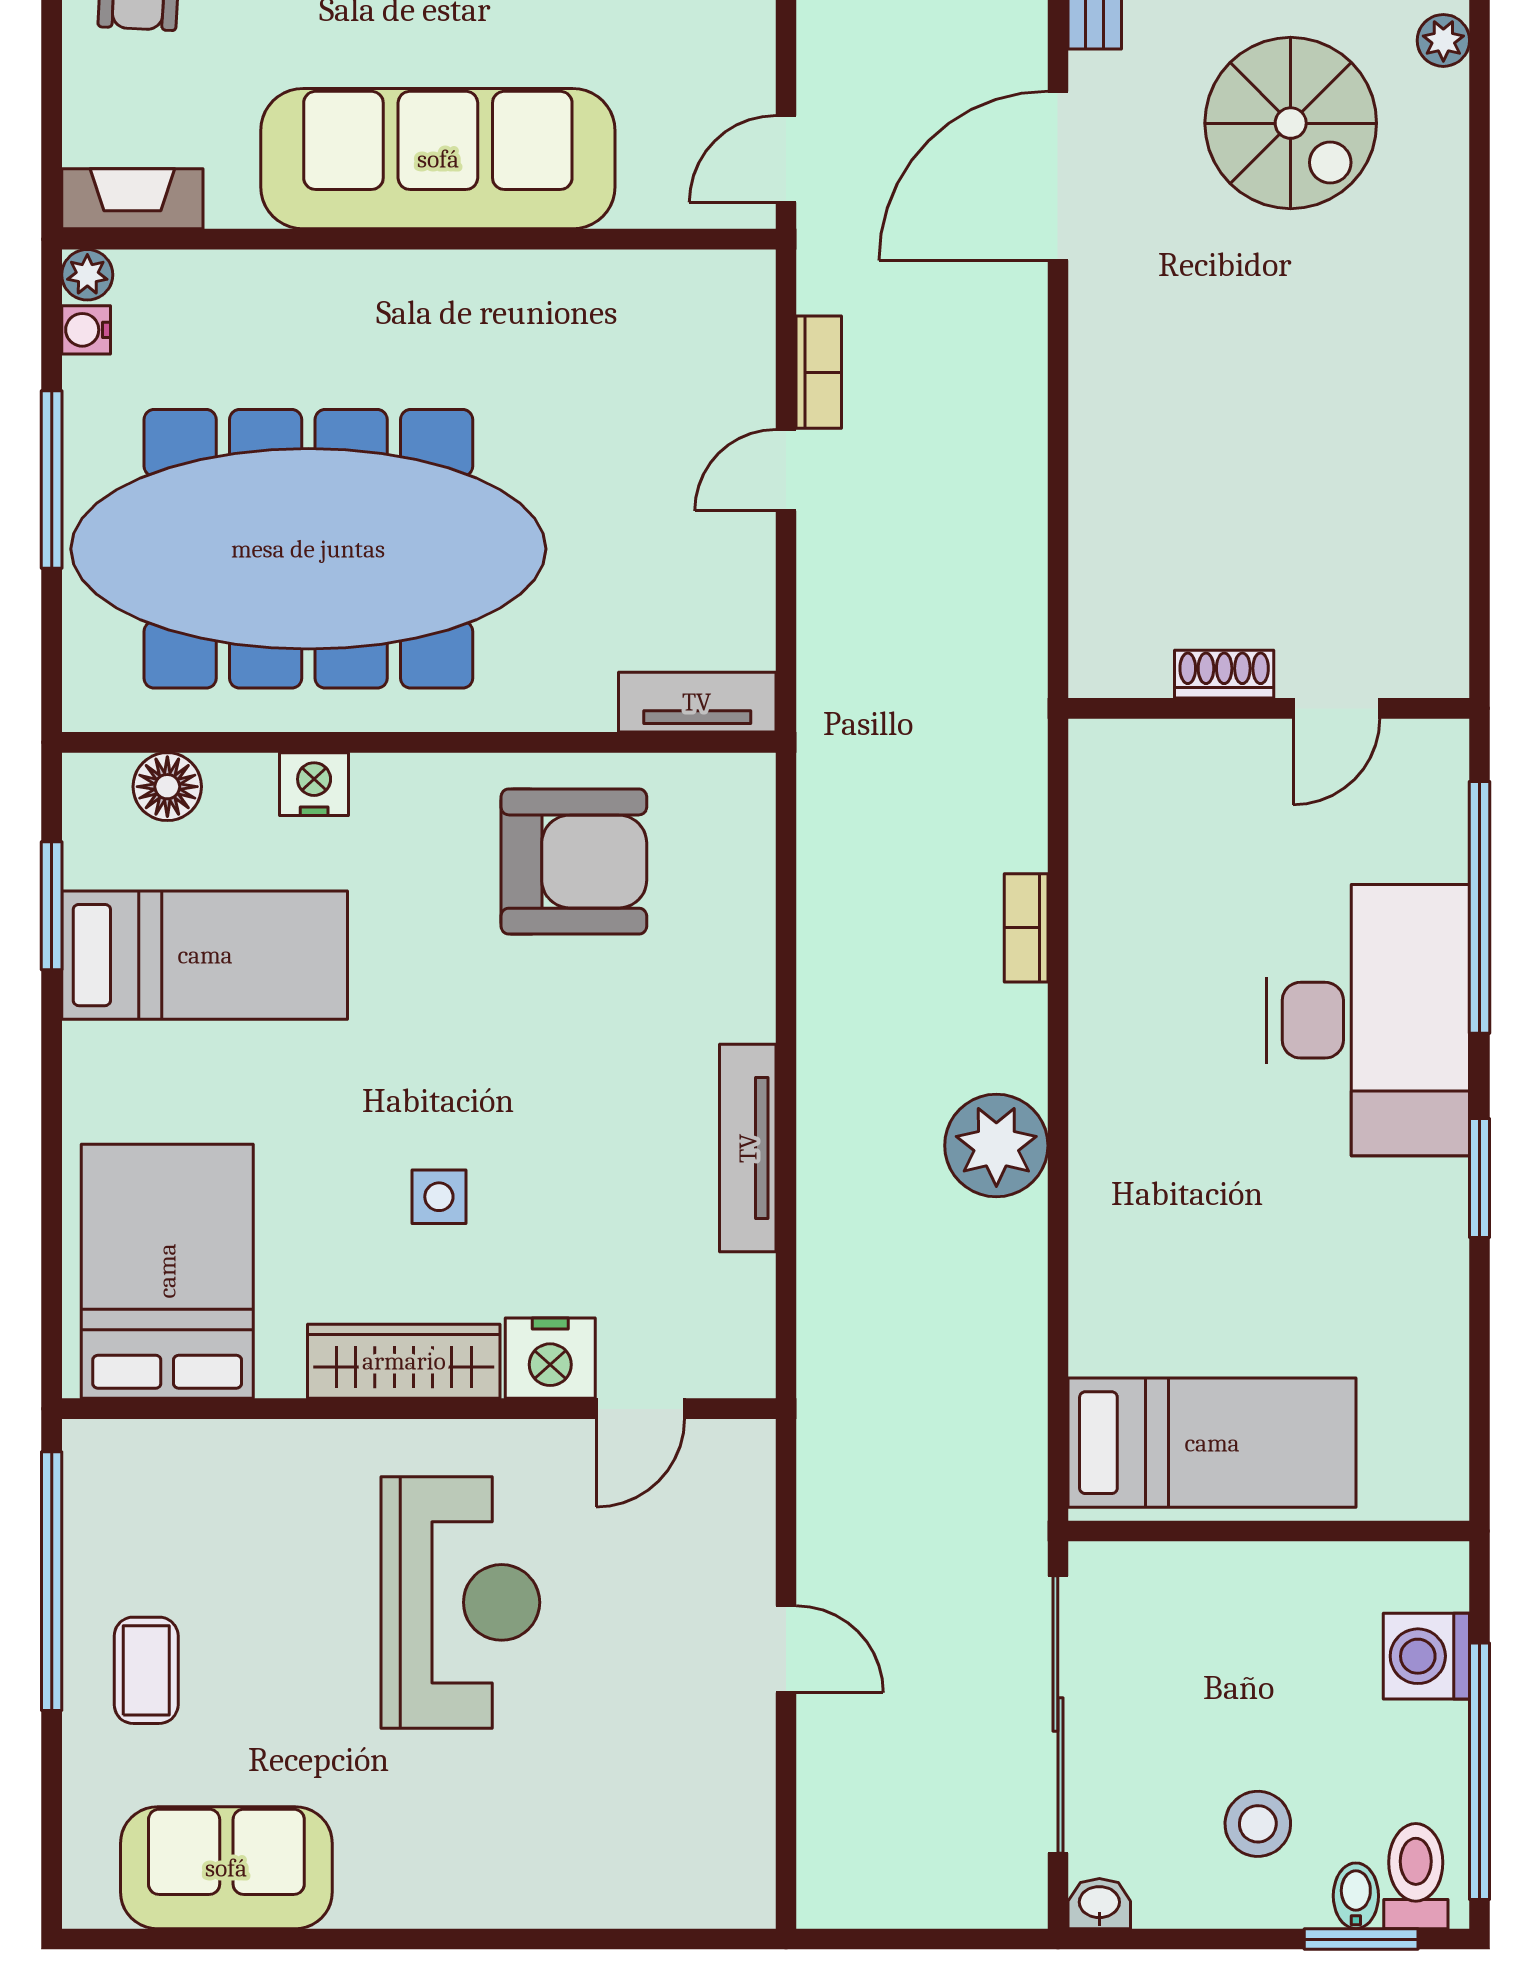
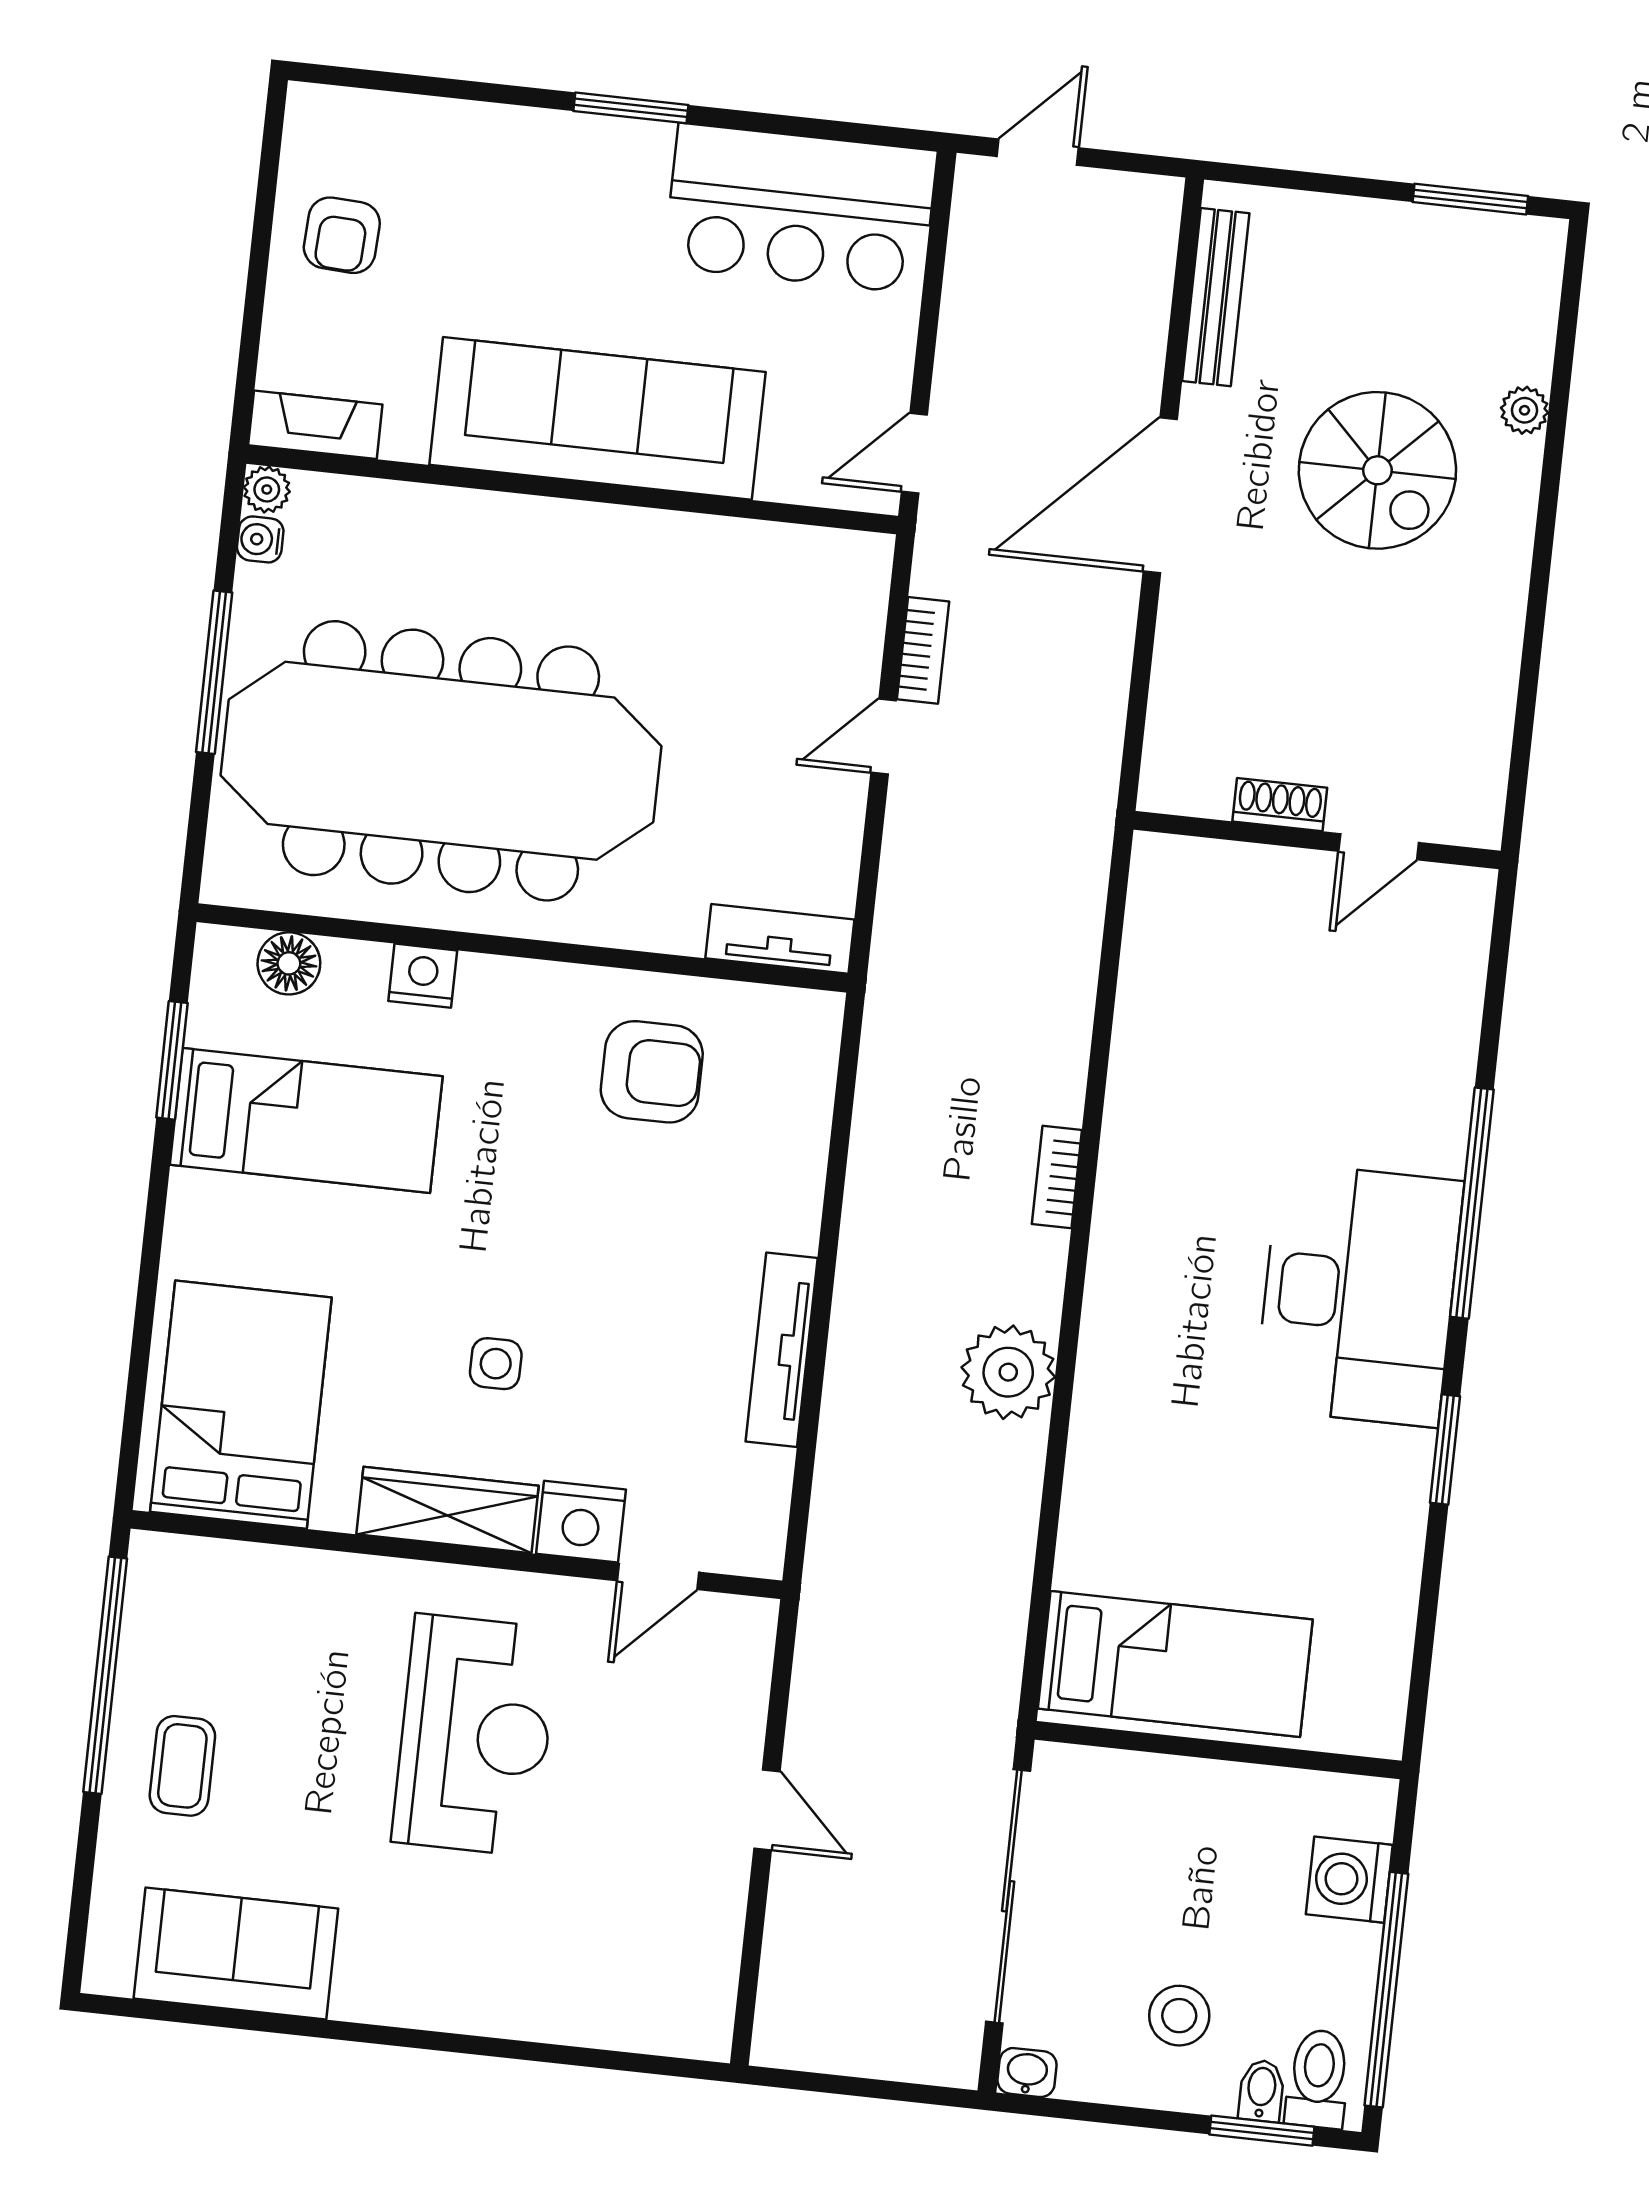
shoe rack: (1224, 674) -> (1280, 805), moved
wall: (1269, 708) -> (1317, 840), moved
door: (1336, 708) -> (1379, 847), moved
armchair: (574, 862) -> (652, 1072), width x0.73, depth x0.73

